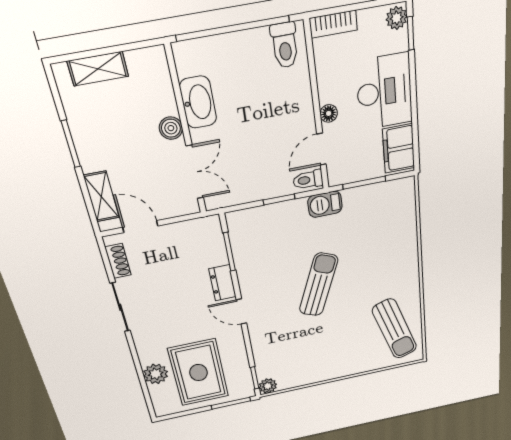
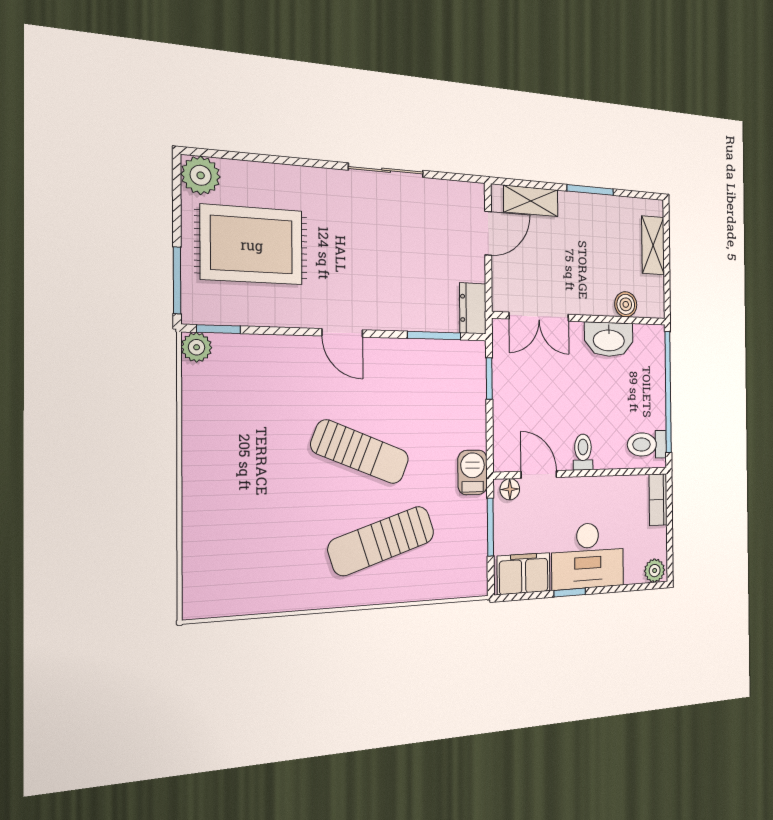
window: (411, 33) -> (570, 593), moved
floor lamp: (329, 113) -> (510, 489), moved
boiler: (171, 128) -> (626, 304), moved
toilet: (308, 180) -> (583, 452), moved
window: (279, 199) -> (489, 379), moved
shoe rack: (118, 261) -> (450, 191), removed
dresser: (223, 283) -> (473, 308), moved, turned -90
door: (241, 311) -> (342, 333), swing flipped
sun lounger: (395, 329) -> (382, 541), moved
plant: (156, 374) -> (201, 175), moved

